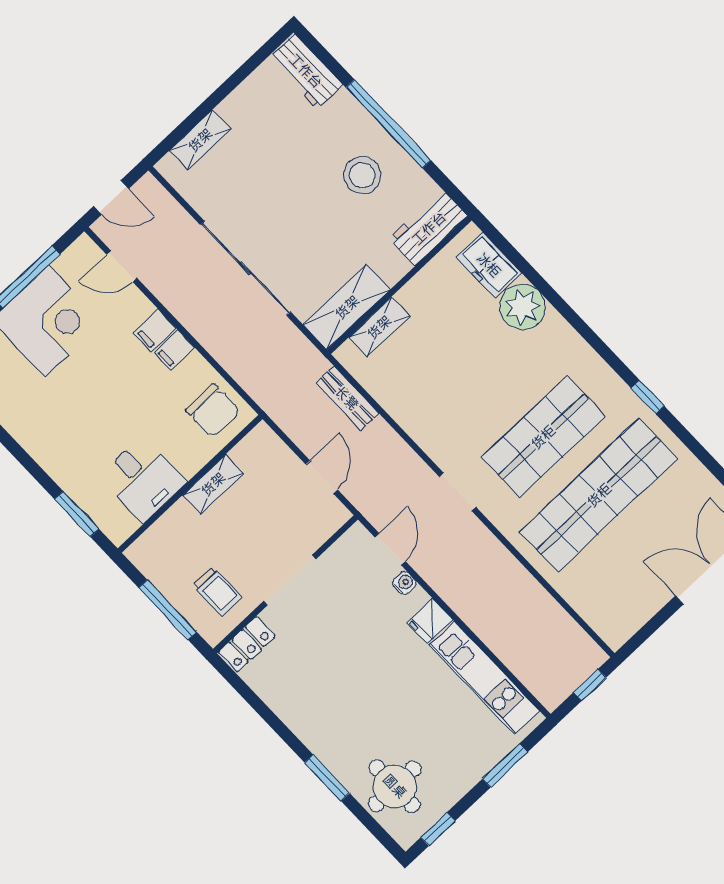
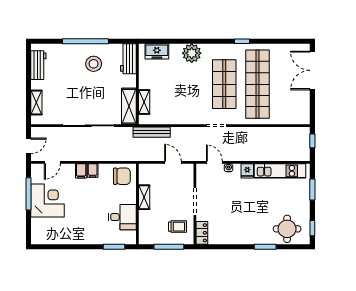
workbench: (306, 71) -> (38, 65), moved, turned -90
plant: (522, 307) -> (192, 53), moved
bench: (347, 398) -> (152, 132), width x1.36

